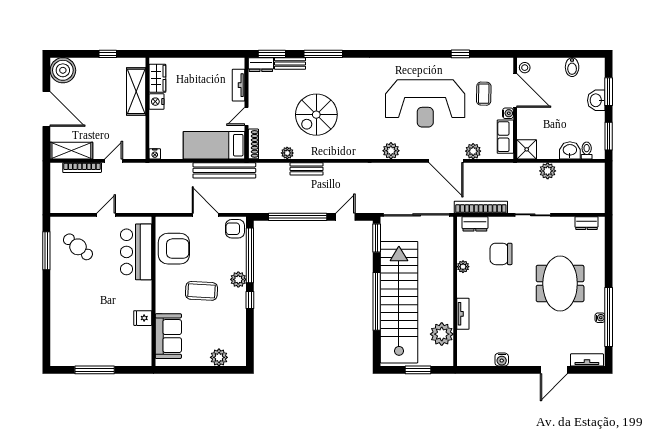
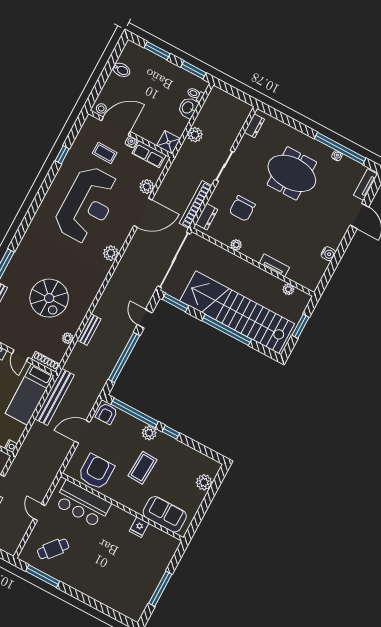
washbasin: (596, 100) -> (159, 65), removed
plant: (442, 334) -> (288, 289), width x0.53, depth x0.53

